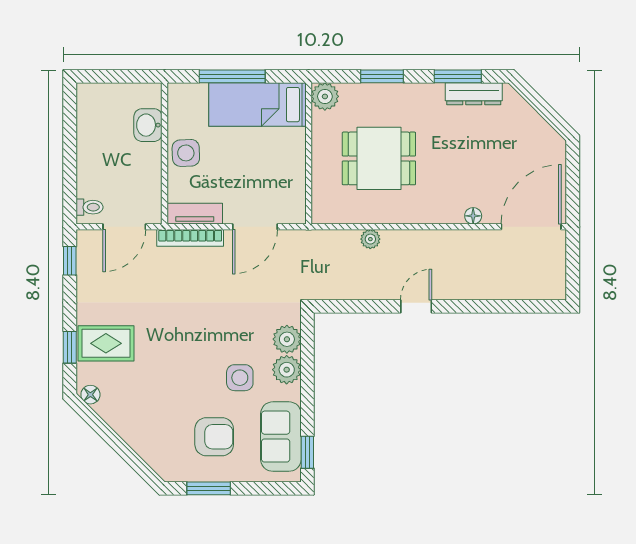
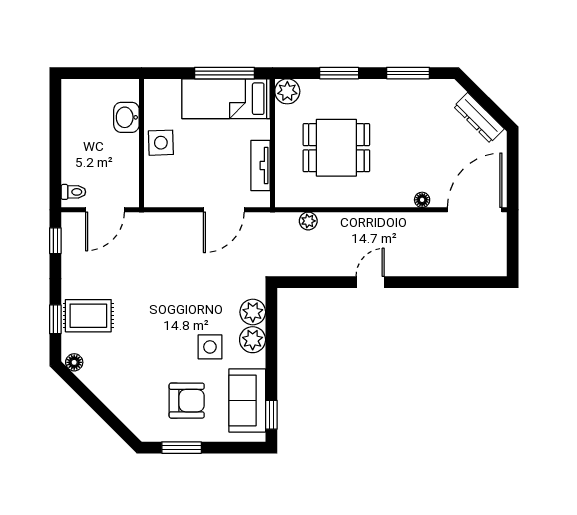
window: (232, 76) -> (225, 73), moved
dresser: (474, 94) -> (479, 118), moved, turned 45
tv unit: (195, 214) -> (261, 165), moved, turned -90
bookcase: (190, 238) -> (165, 220), removed
plant: (370, 239) -> (308, 221), moved

